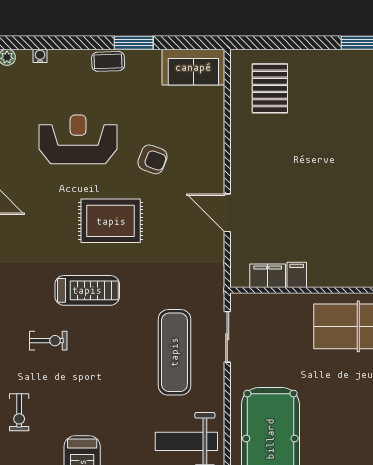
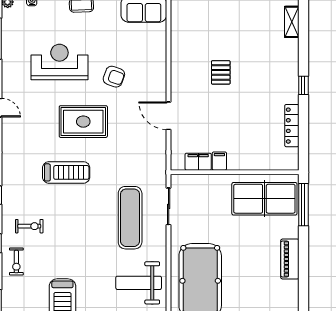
pallet: (270, 88) -> (221, 72), moved, width x0.67, depth x0.71
exercise bike: (48, 341) -> (29, 226), moved

